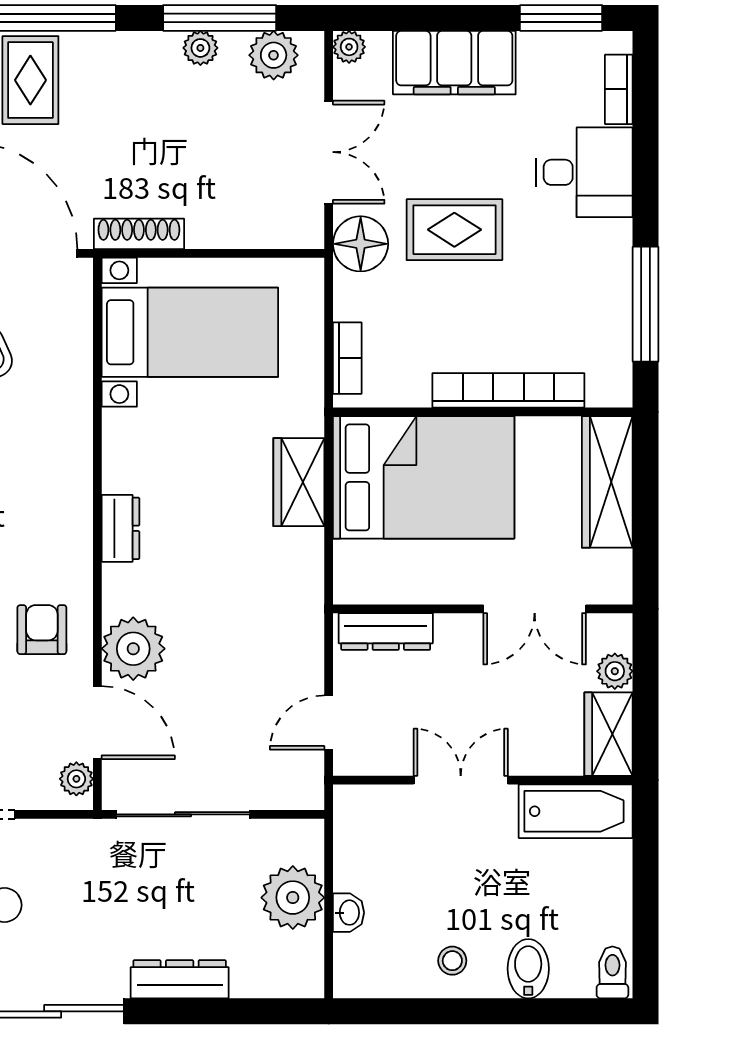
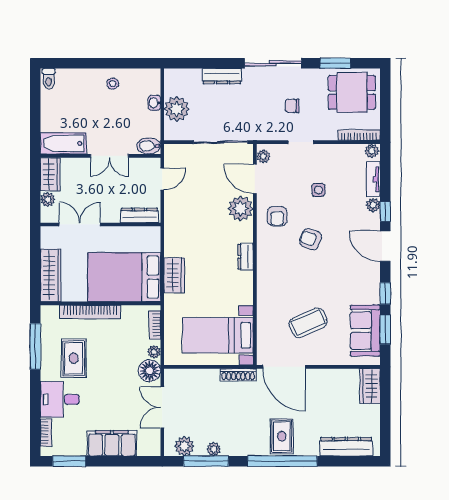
plant: (349, 47) -> (154, 352), moved
rug: (454, 230) -> (74, 358), moved, turned 90
bidet: (528, 969) -> (149, 146), moved, turned 90

